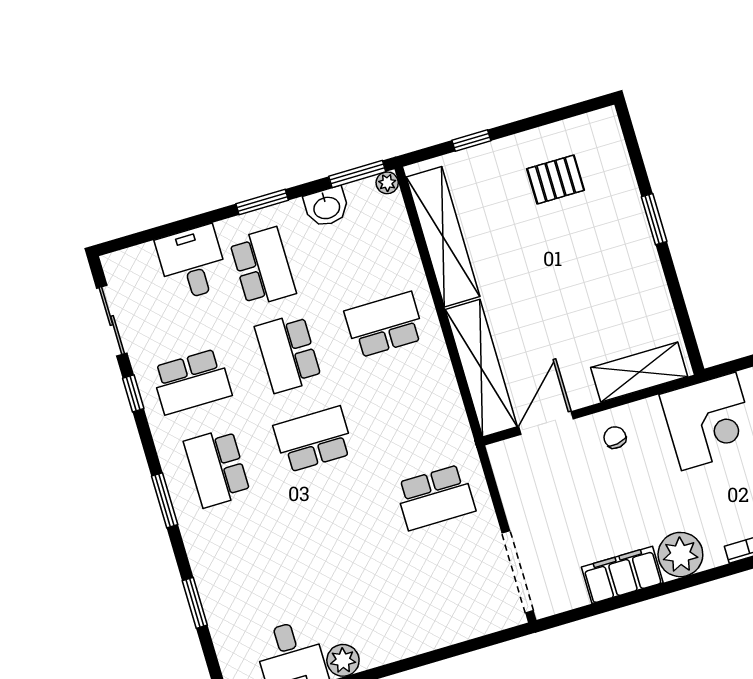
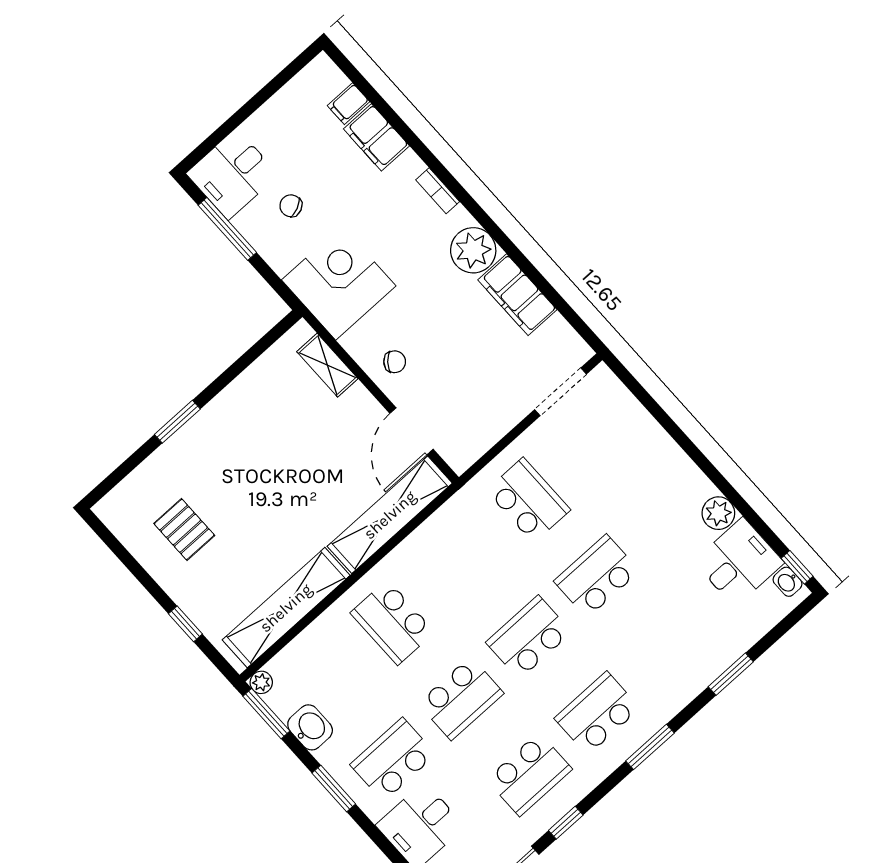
shelving: (639, 372) -> (327, 365), width x0.67, depth x0.75
school desk: (192, 382) -> (529, 774), turned 90
door: (546, 423) -> (412, 431), hinge flipped
chair: (615, 437) -> (395, 362), turned -130
school desk: (313, 439) -> (529, 637), turned 90
school desk: (217, 468) -> (597, 713), turned 180
school desk: (339, 526) -> (597, 576), added
doorway: (518, 572) -> (561, 392), width x0.73

